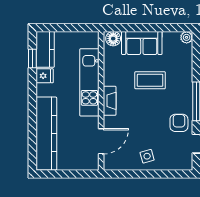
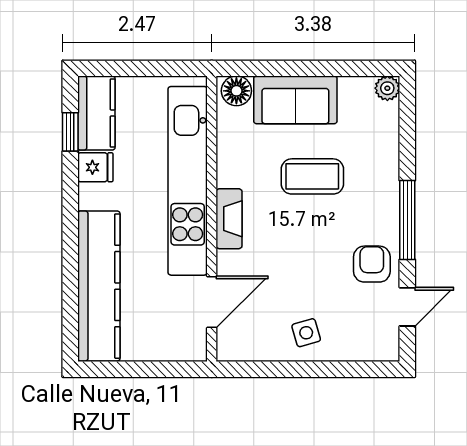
kitchen unit: (89, 82) -> (188, 181), width x1.36

